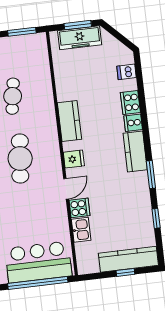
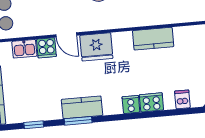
kitchen counter: (69, 121) -> (153, 39), moved
kitchen counter: (135, 152) -> (82, 107), moved
fridge: (74, 159) -> (96, 47), width x1.88, depth x1.34

